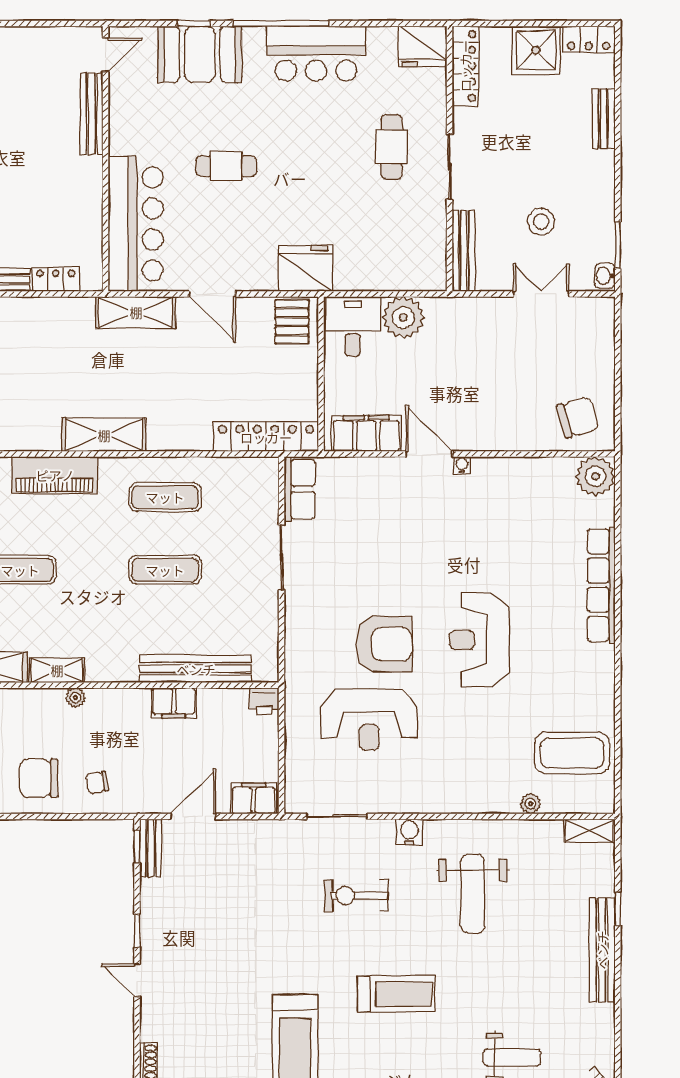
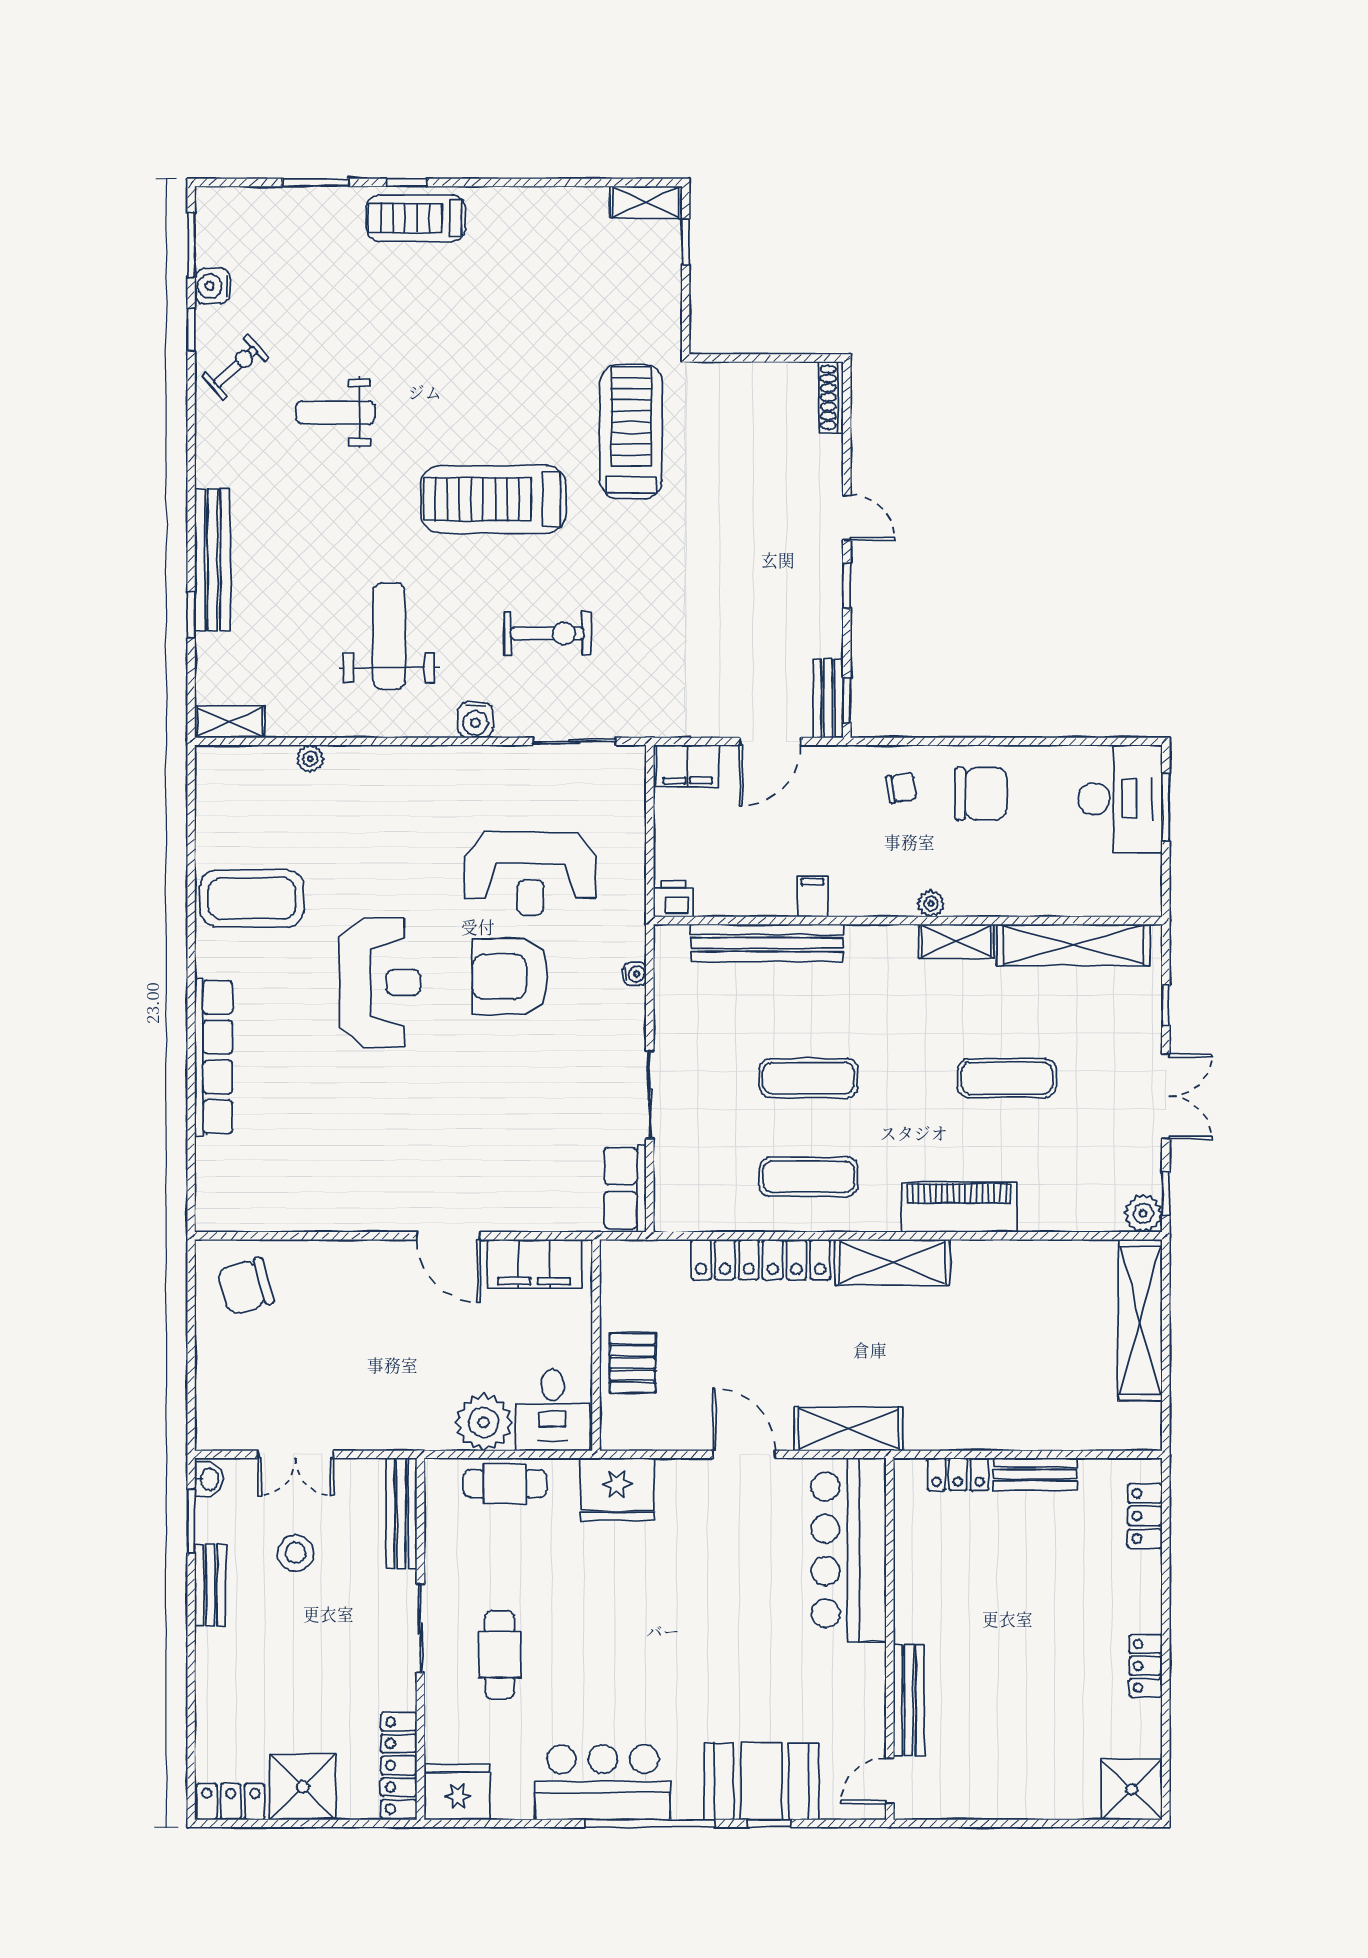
bench: (604, 119) -> (210, 1585), moved
cafe table: (226, 166) -> (505, 1484), moved
pallet: (292, 322) -> (633, 1363), moved
locker: (266, 437) -> (761, 1260), moved
water cooler: (462, 465) -> (635, 974), moved, turned -90
plant: (595, 476) -> (221, 1206), removed
filing cabinet: (174, 703) -> (812, 896), width x0.50
reception desk: (369, 720) -> (530, 874), turned 180
coffee table: (572, 753) -> (252, 898), moved
treadmill: (396, 994) -> (493, 499), width x1.37, depth x1.38

